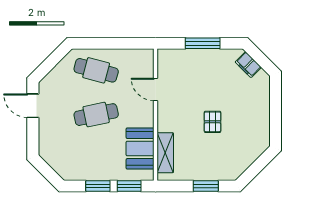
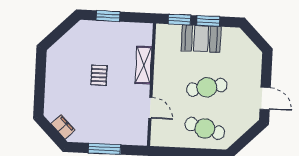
booth: (140, 149) -> (201, 39), moved, turned 90
shelving: (165, 153) -> (144, 65), moved

